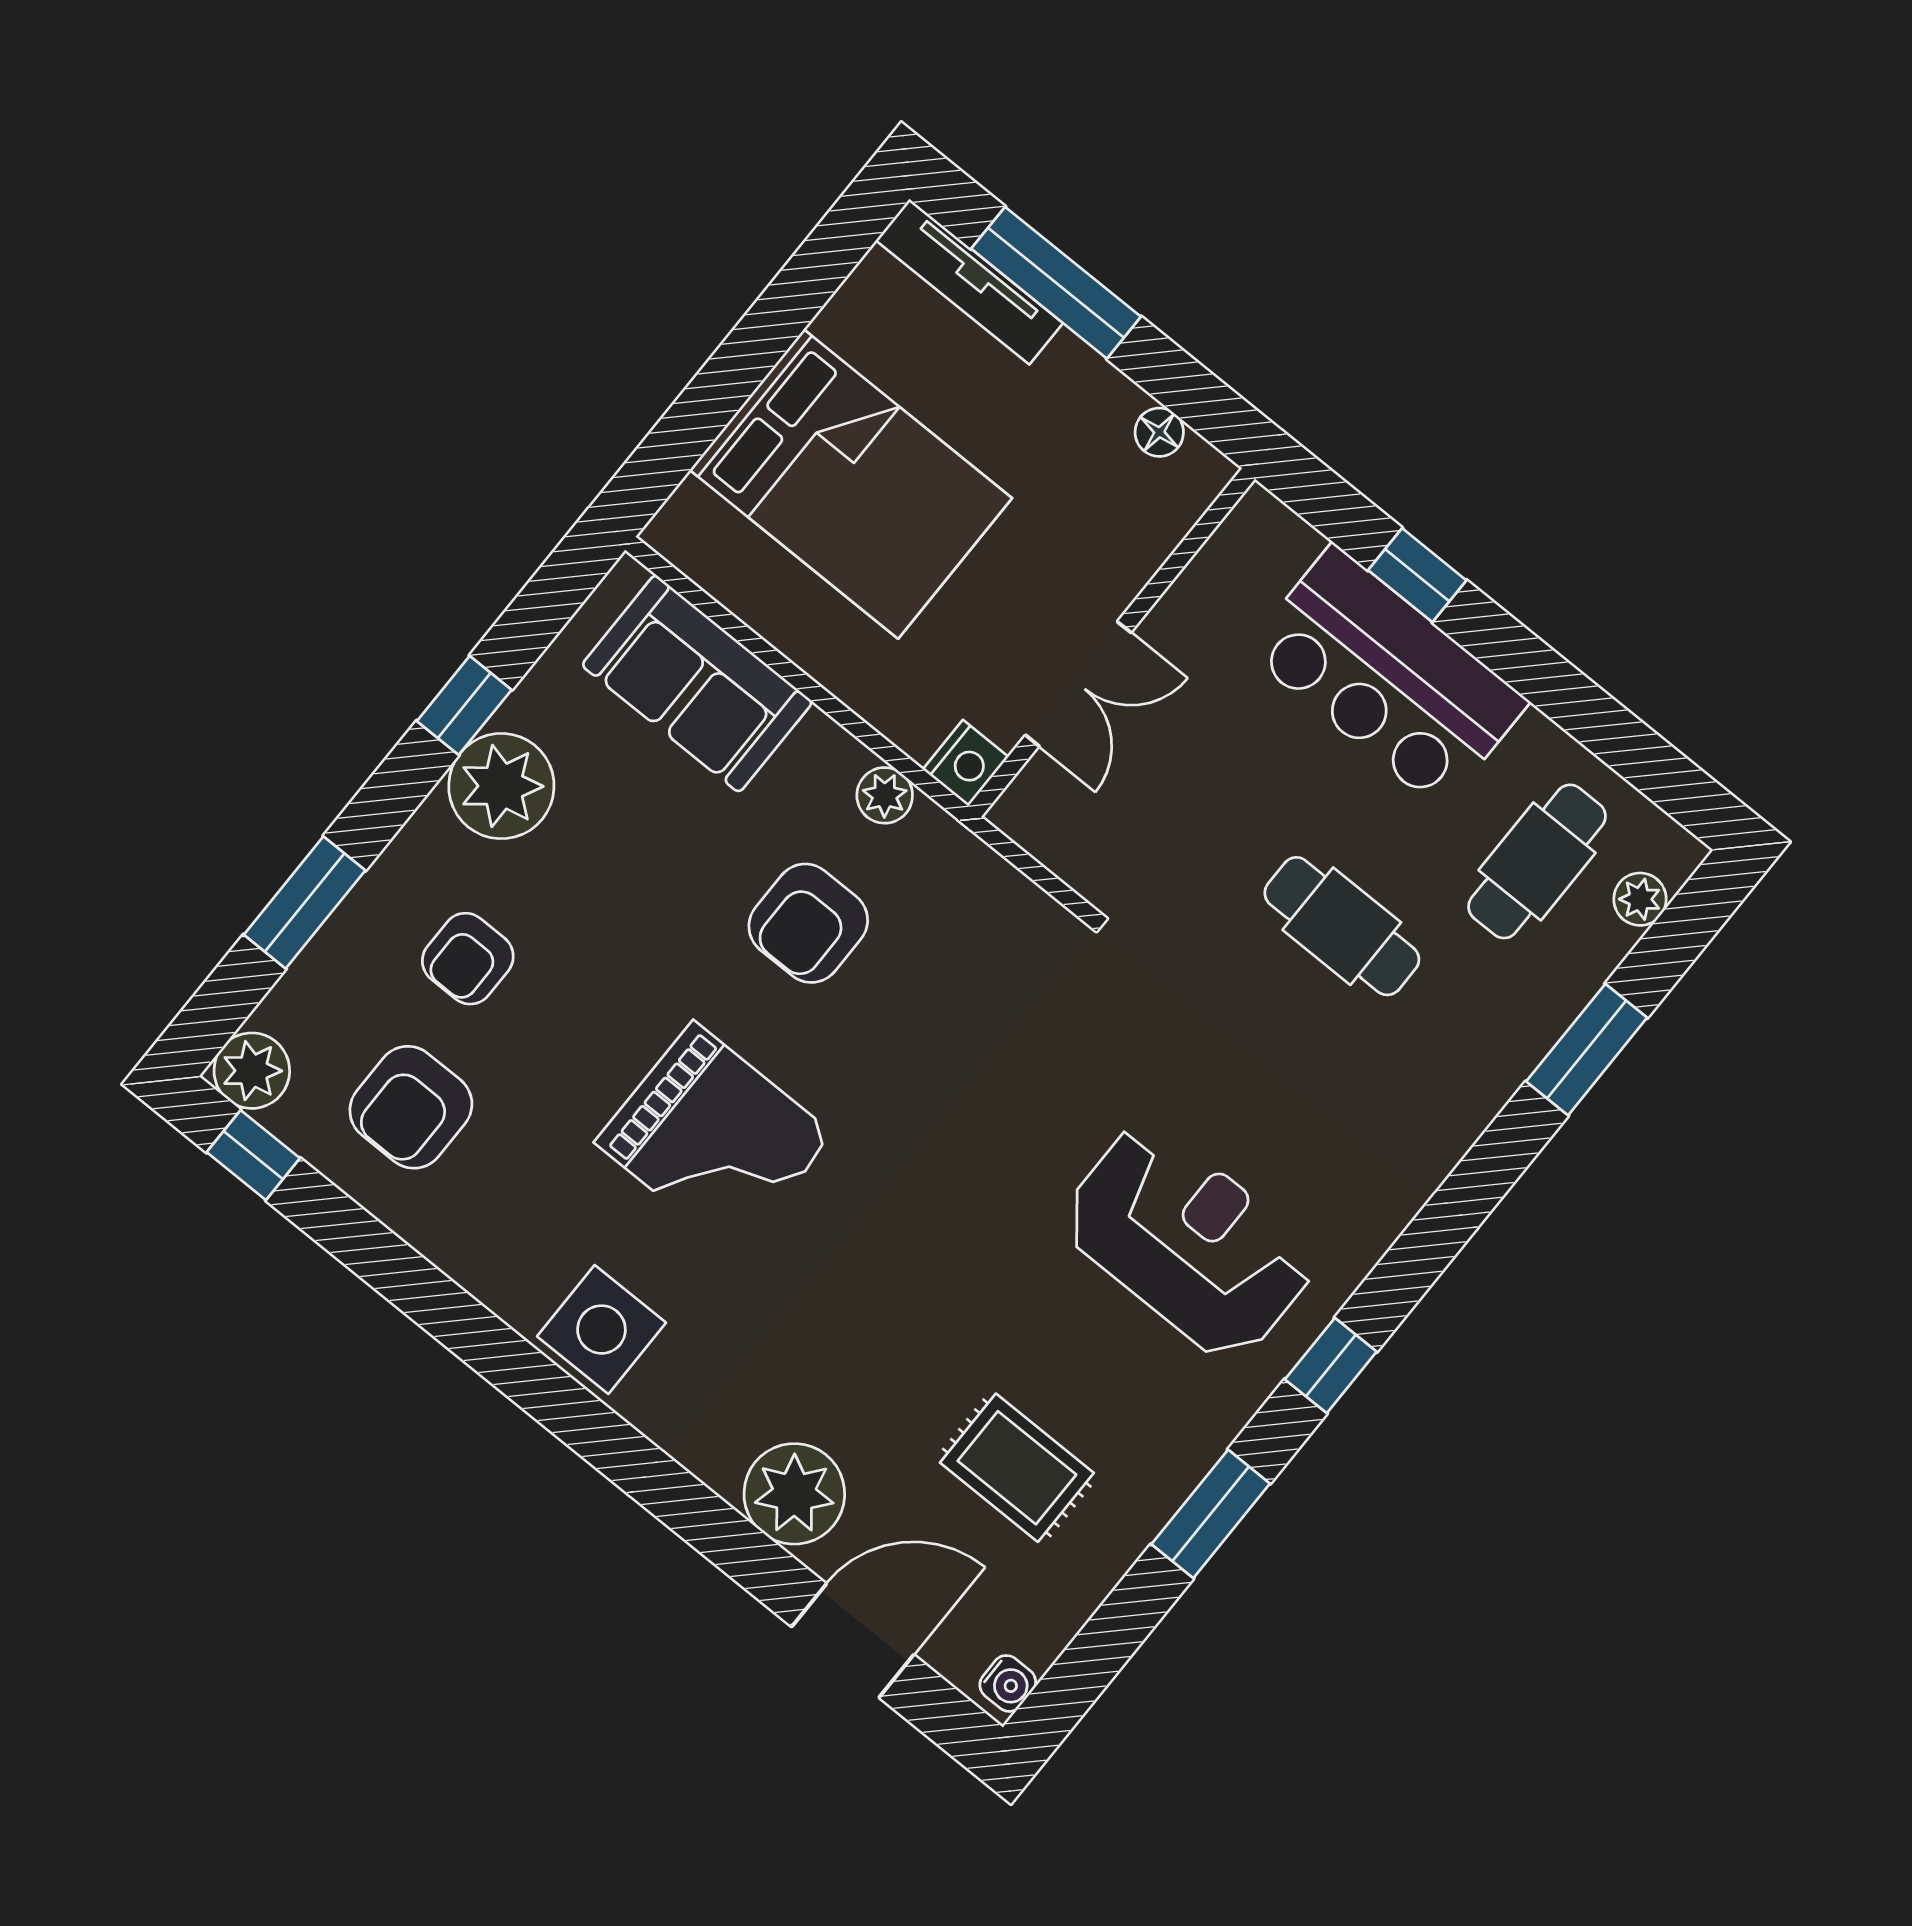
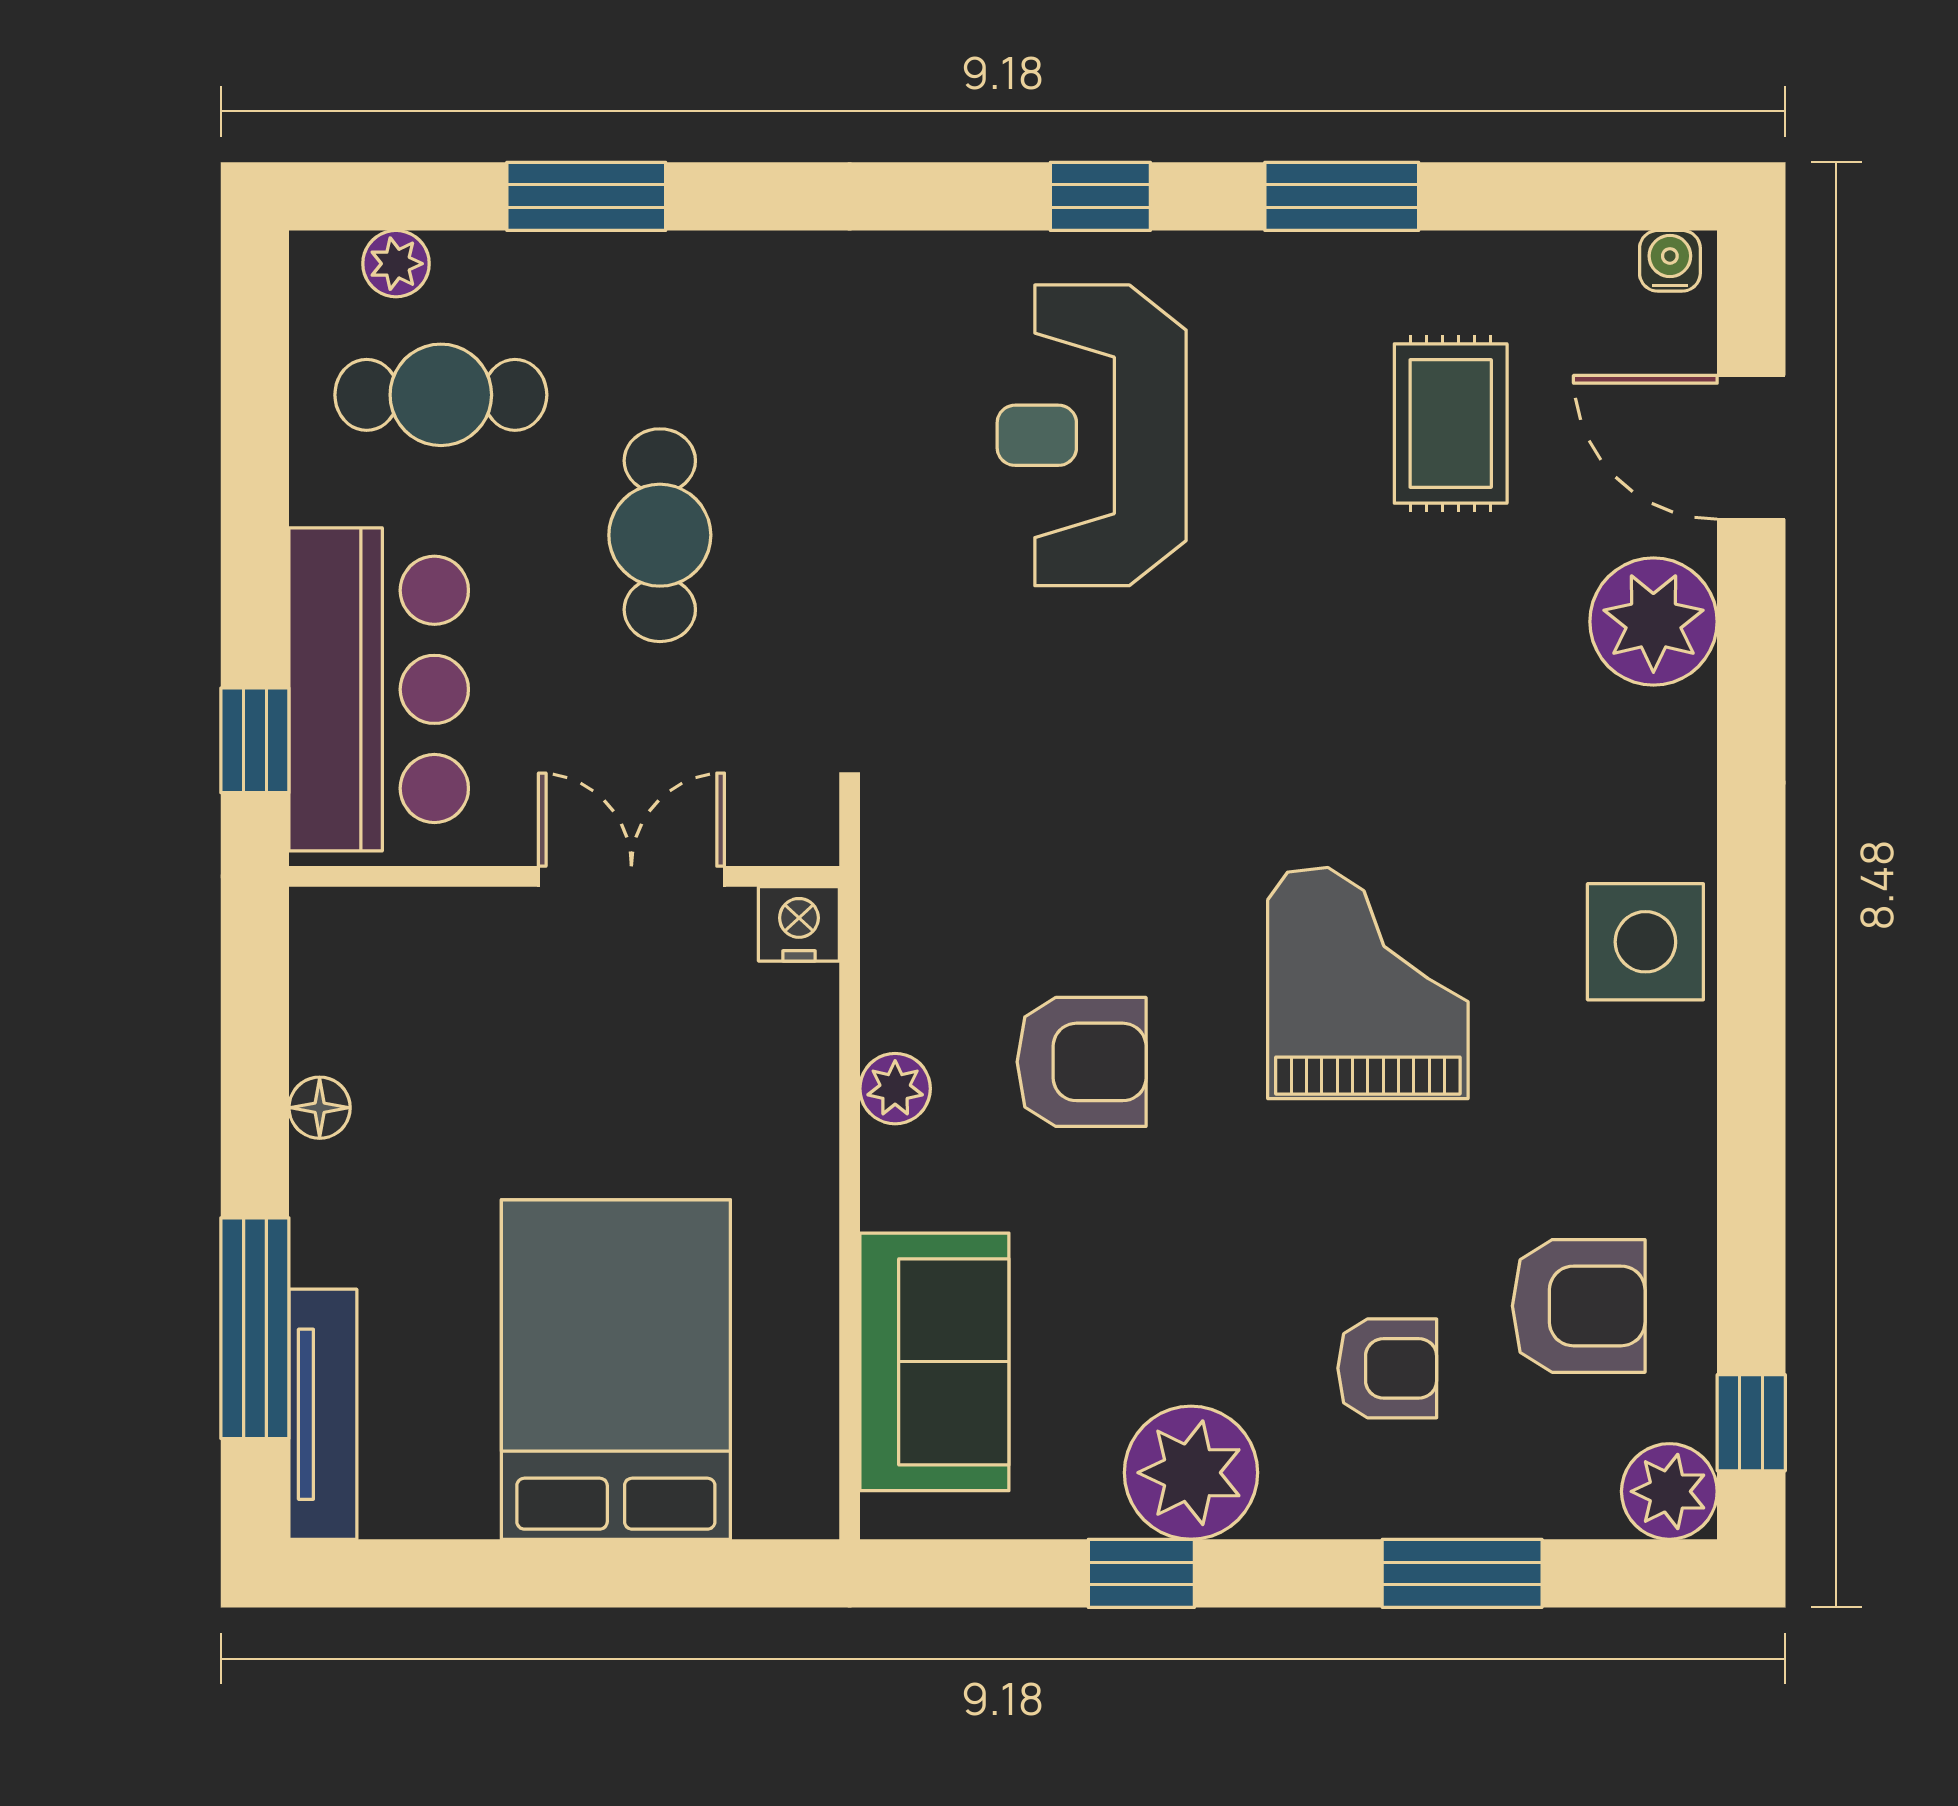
wall: (1112, 643) -> (564, 876), moved
double door: (1078, 684) -> (631, 876), moved
nightstand: (966, 763) -> (799, 924), moved

